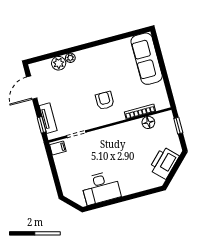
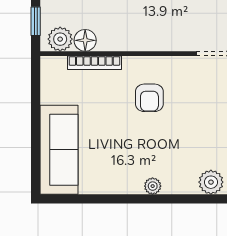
plant: (70, 58) -> (153, 186), moved
plant: (162, 119) -> (60, 39), added

